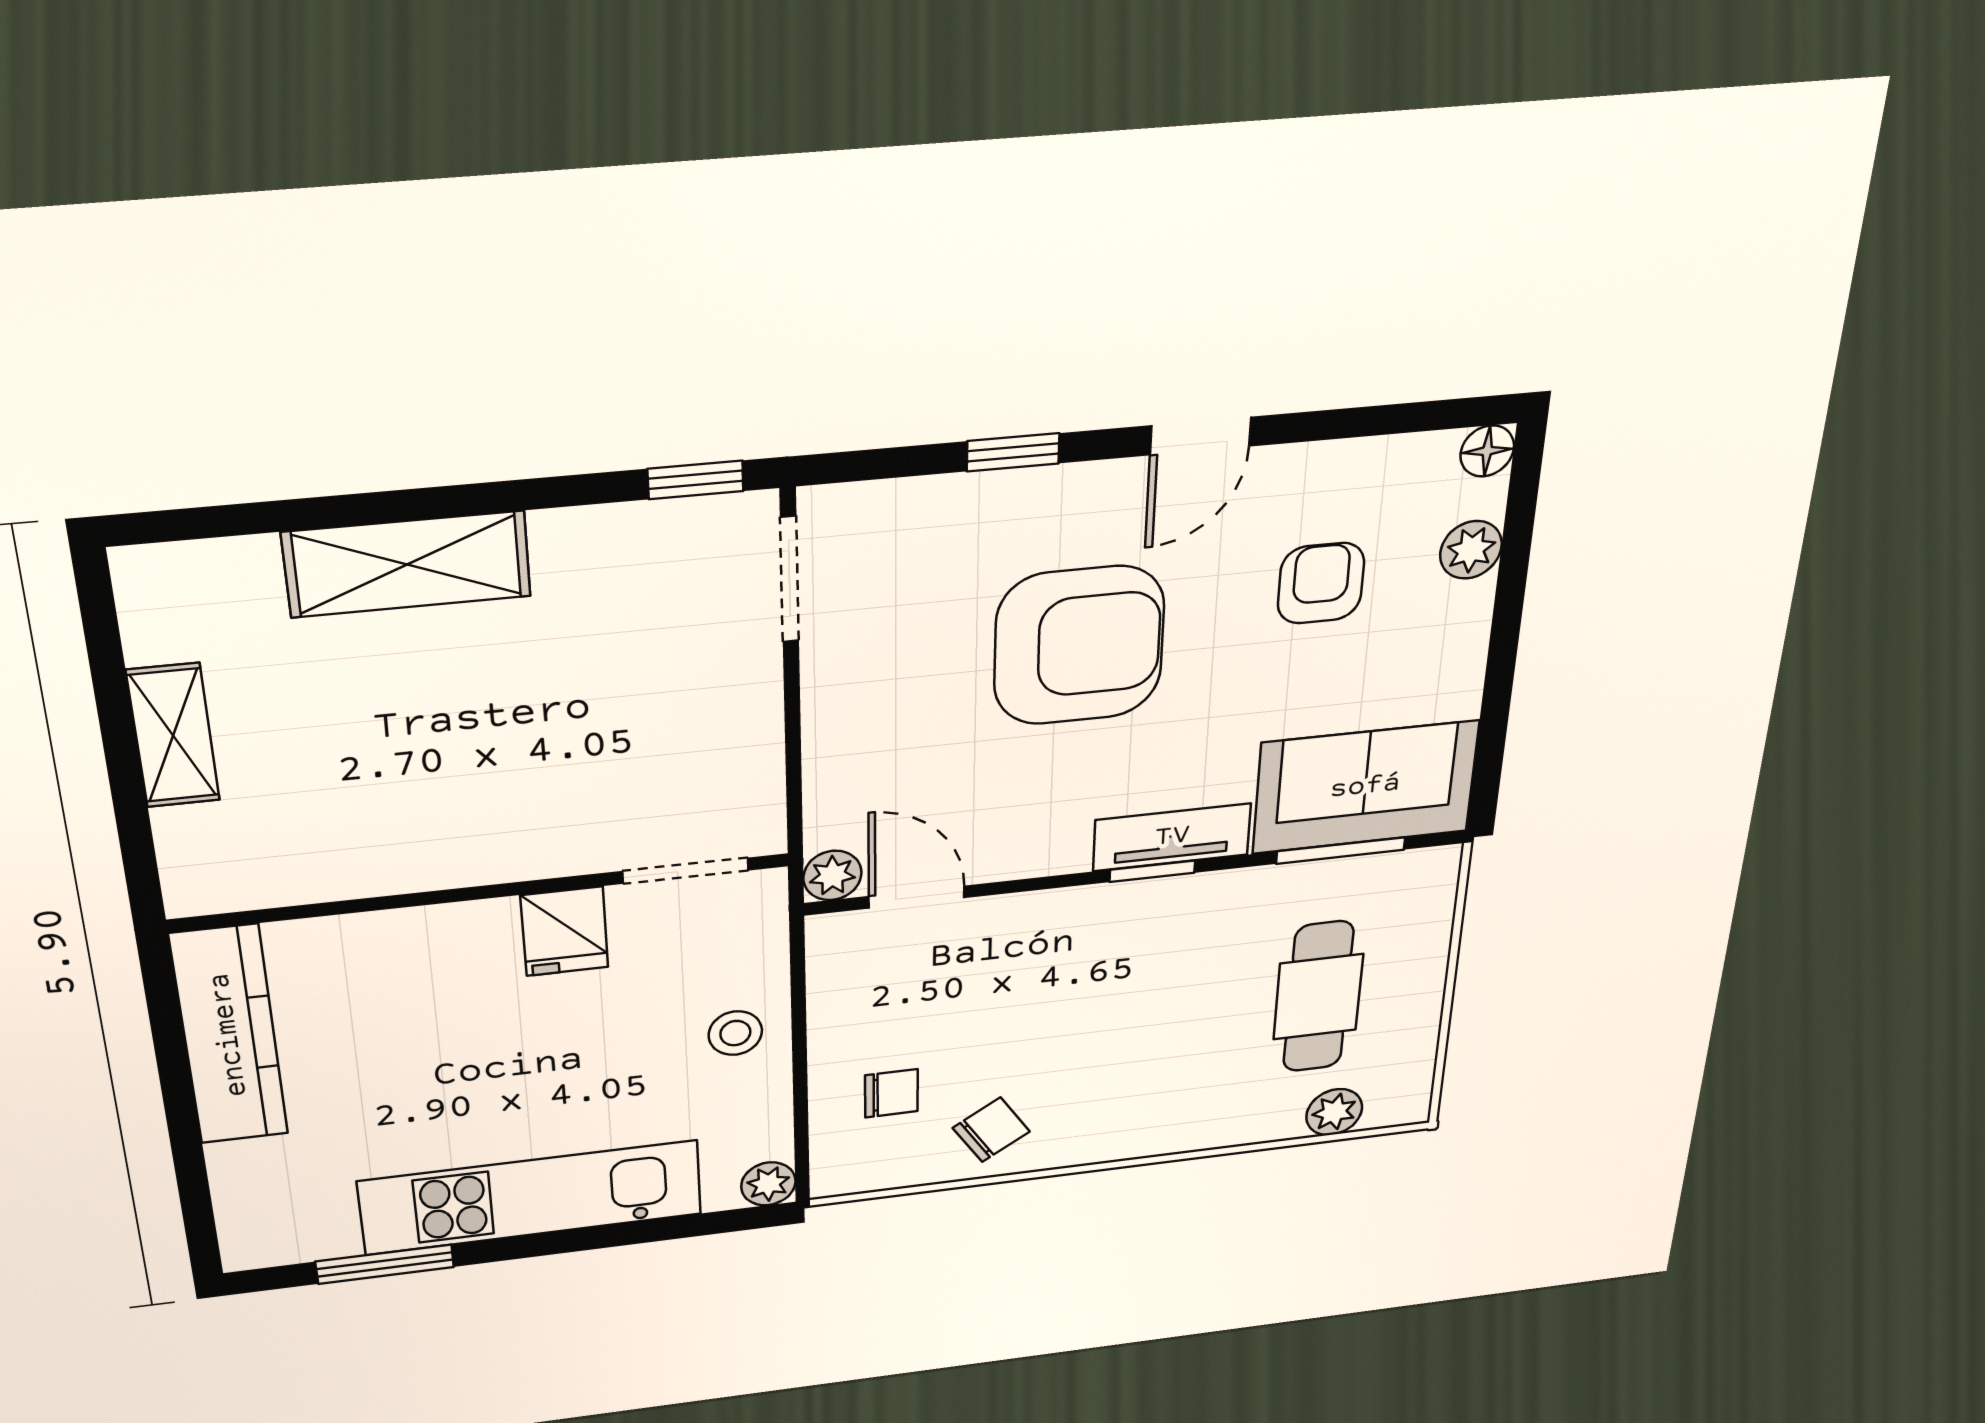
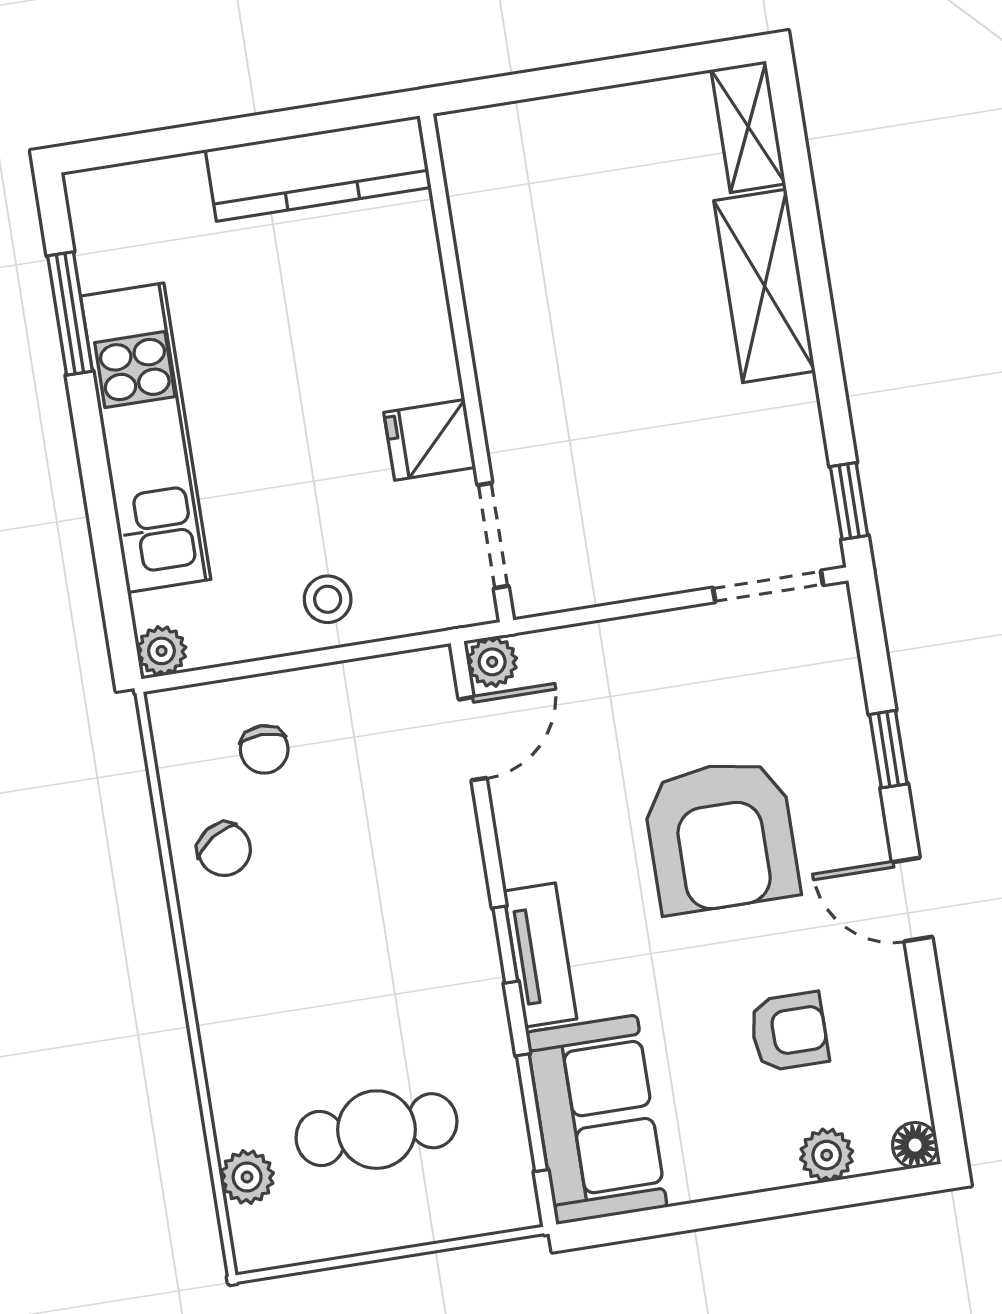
shelving: (173, 736) -> (748, 127), moved, turned 90

